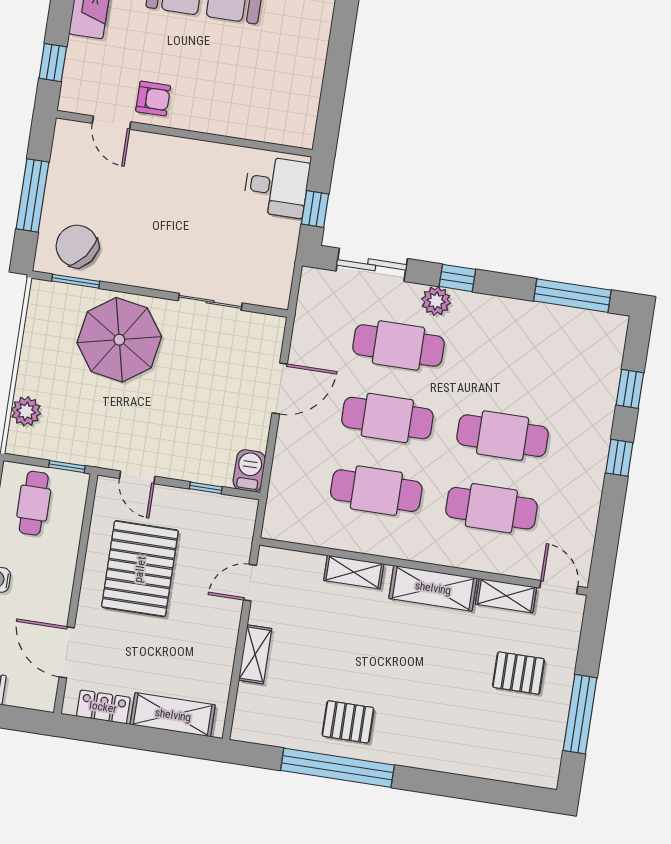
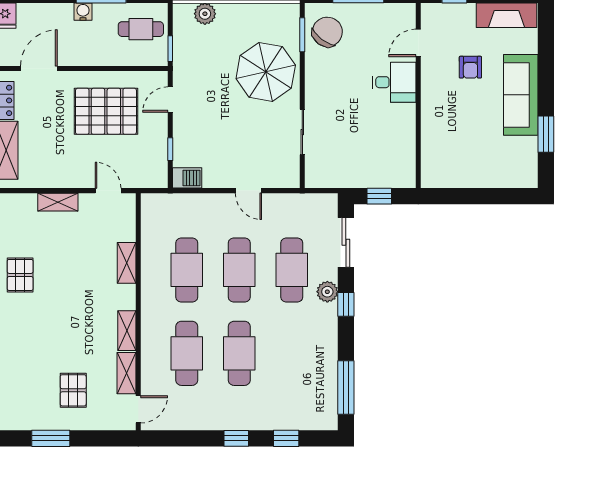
armchair: (153, 99) -> (470, 67), moved
desk: (276, 187) -> (394, 82), moved, turned -90
door: (280, 389) -> (248, 191), width x0.73
shelving: (433, 588) -> (127, 331), width x0.67, depth x0.75
window: (580, 714) -> (51, 438), width x0.69

